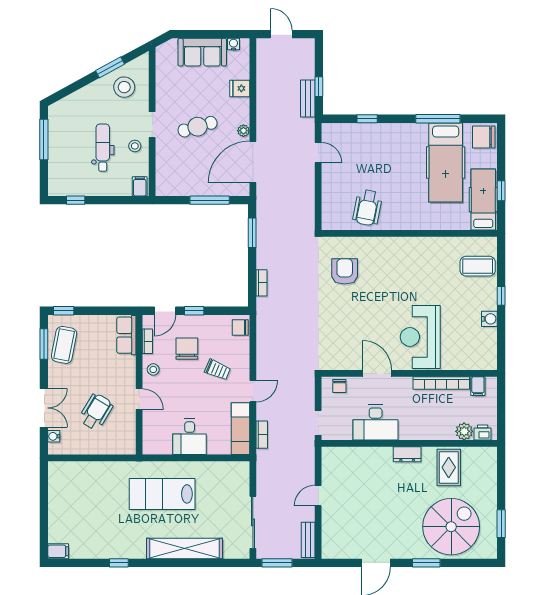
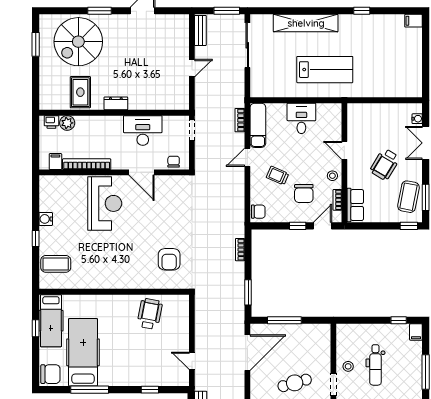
plant: (243, 131) -> (255, 379), removed
filing cabinet: (140, 186) -> (416, 332), moved
wheelchair: (96, 412) -> (385, 164), moved

